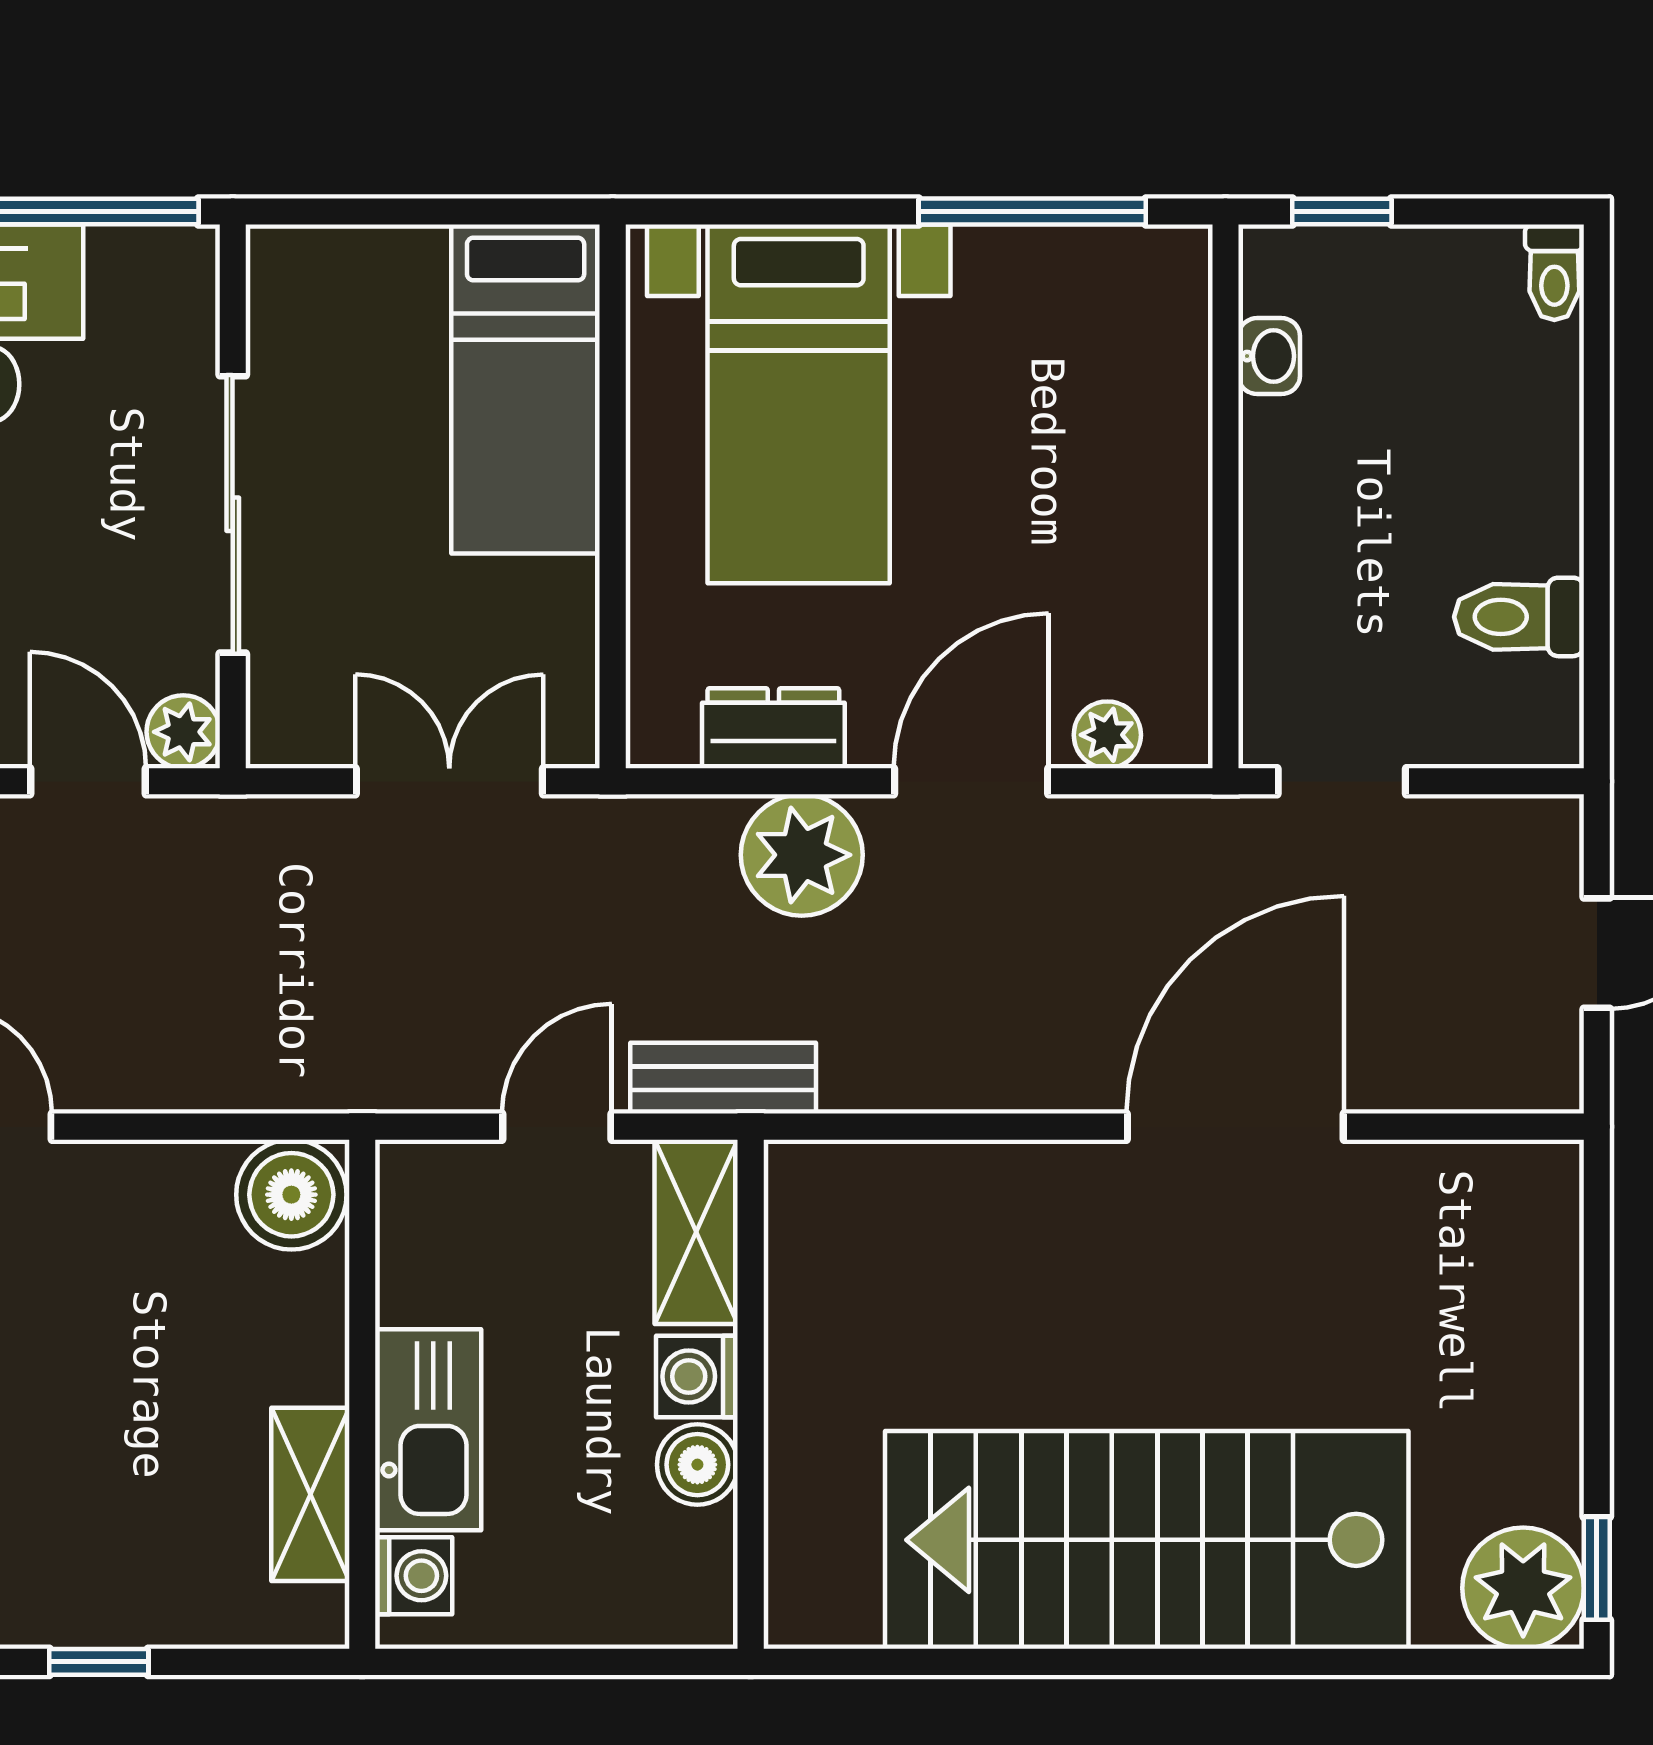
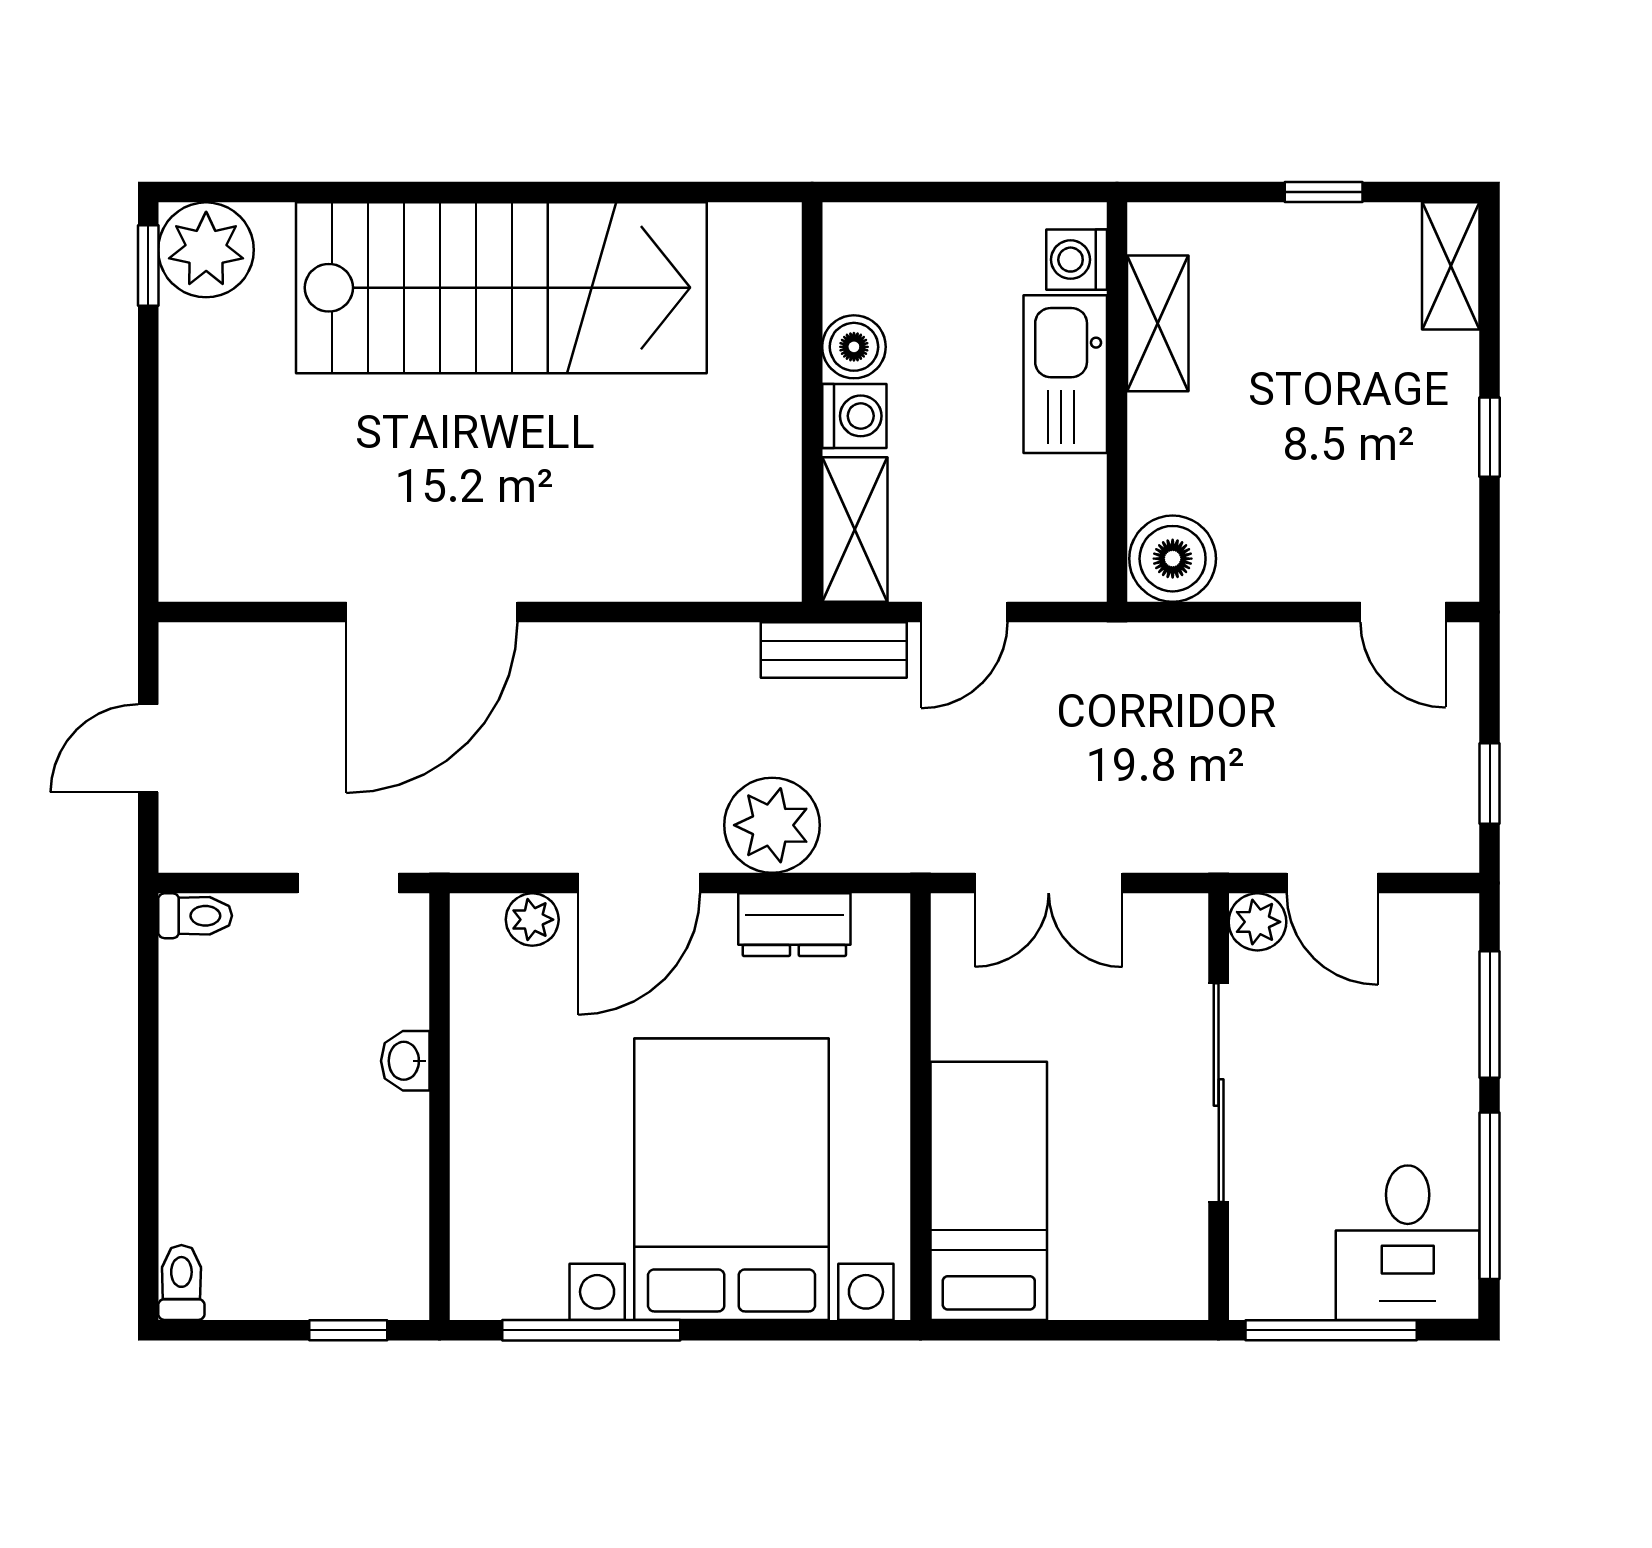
washbasin: (1269, 356) -> (405, 1061), moved
bed with nightstands: (799, 404) -> (732, 1179), width x1.36
toilet: (1519, 617) -> (195, 916), moved, width x0.73, depth x0.72

